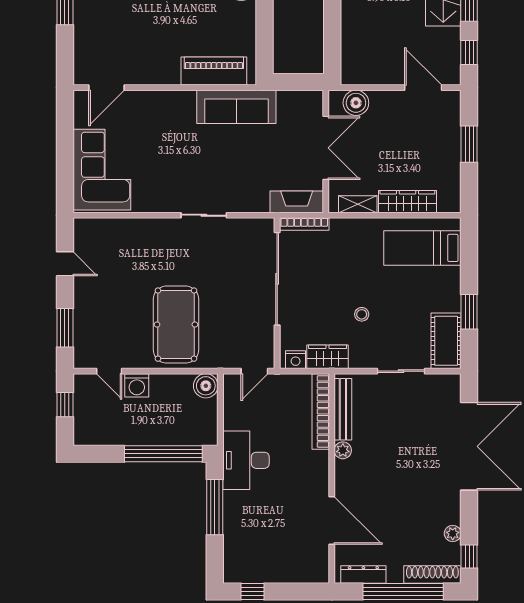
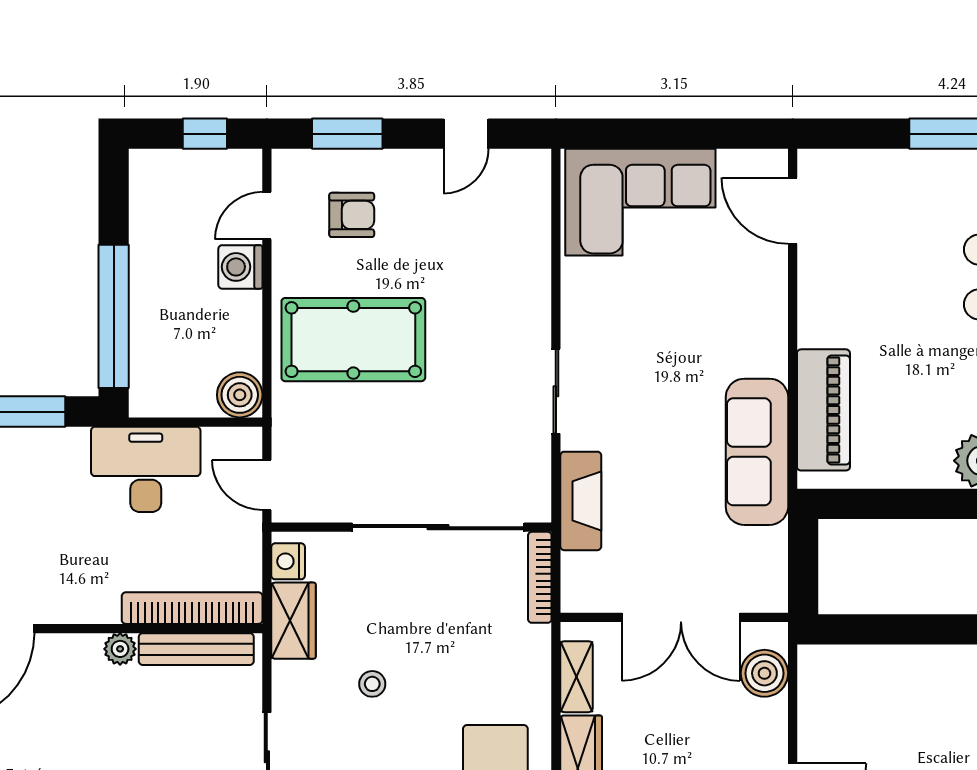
fireplace: (297, 202) -> (581, 501), moved
armchair: (109, 325) -> (352, 215), added
desk: (246, 460) -> (146, 469), moved

